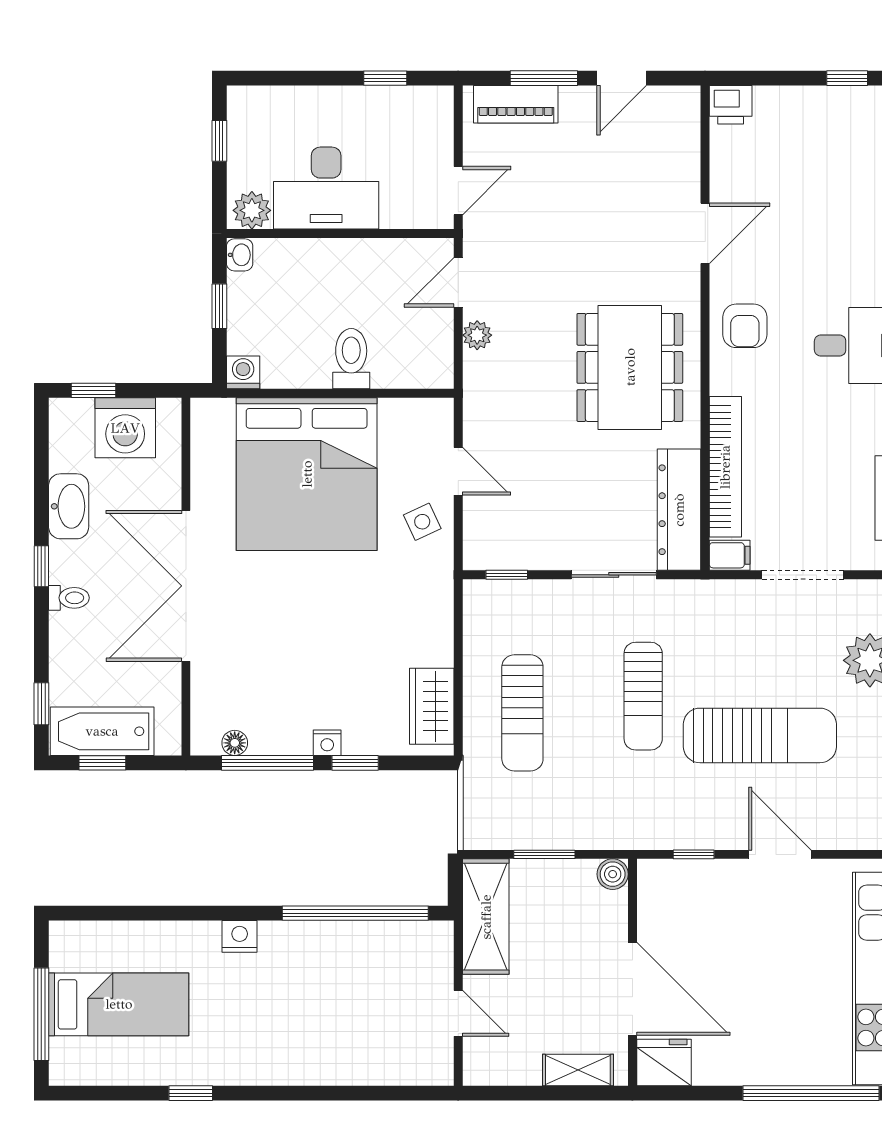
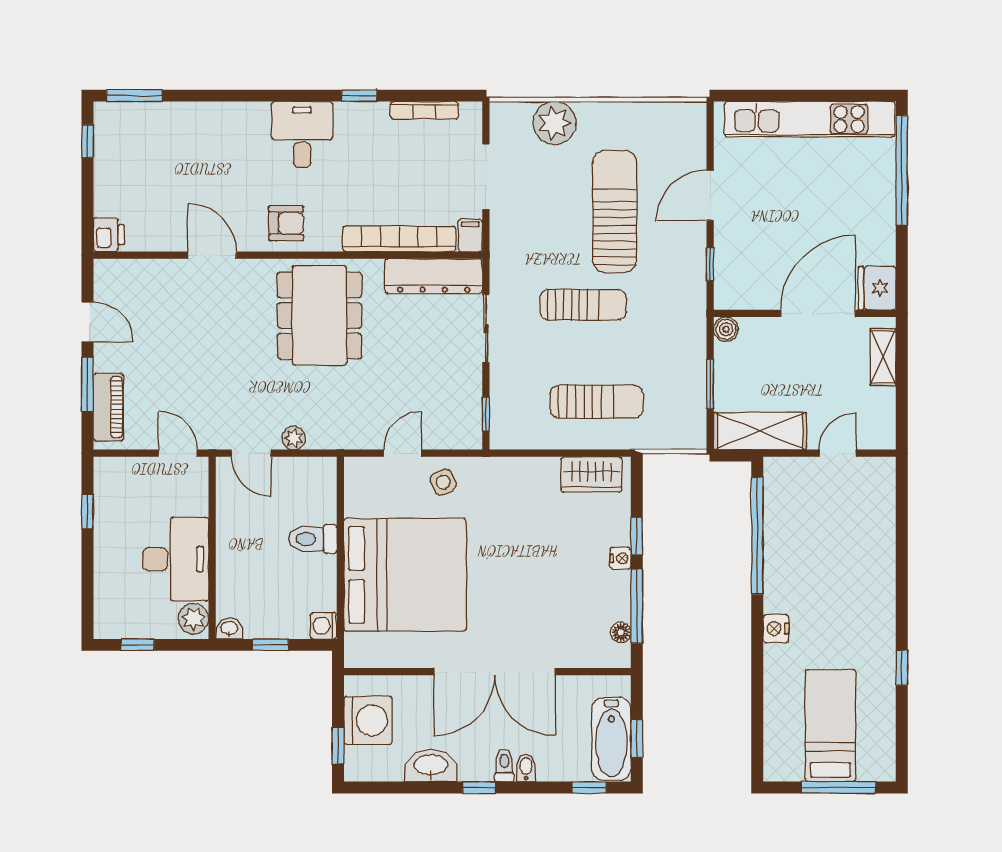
dining table: (630, 367) -> (319, 316), turned 90
bidet: (66, 625) -> (526, 768), added

